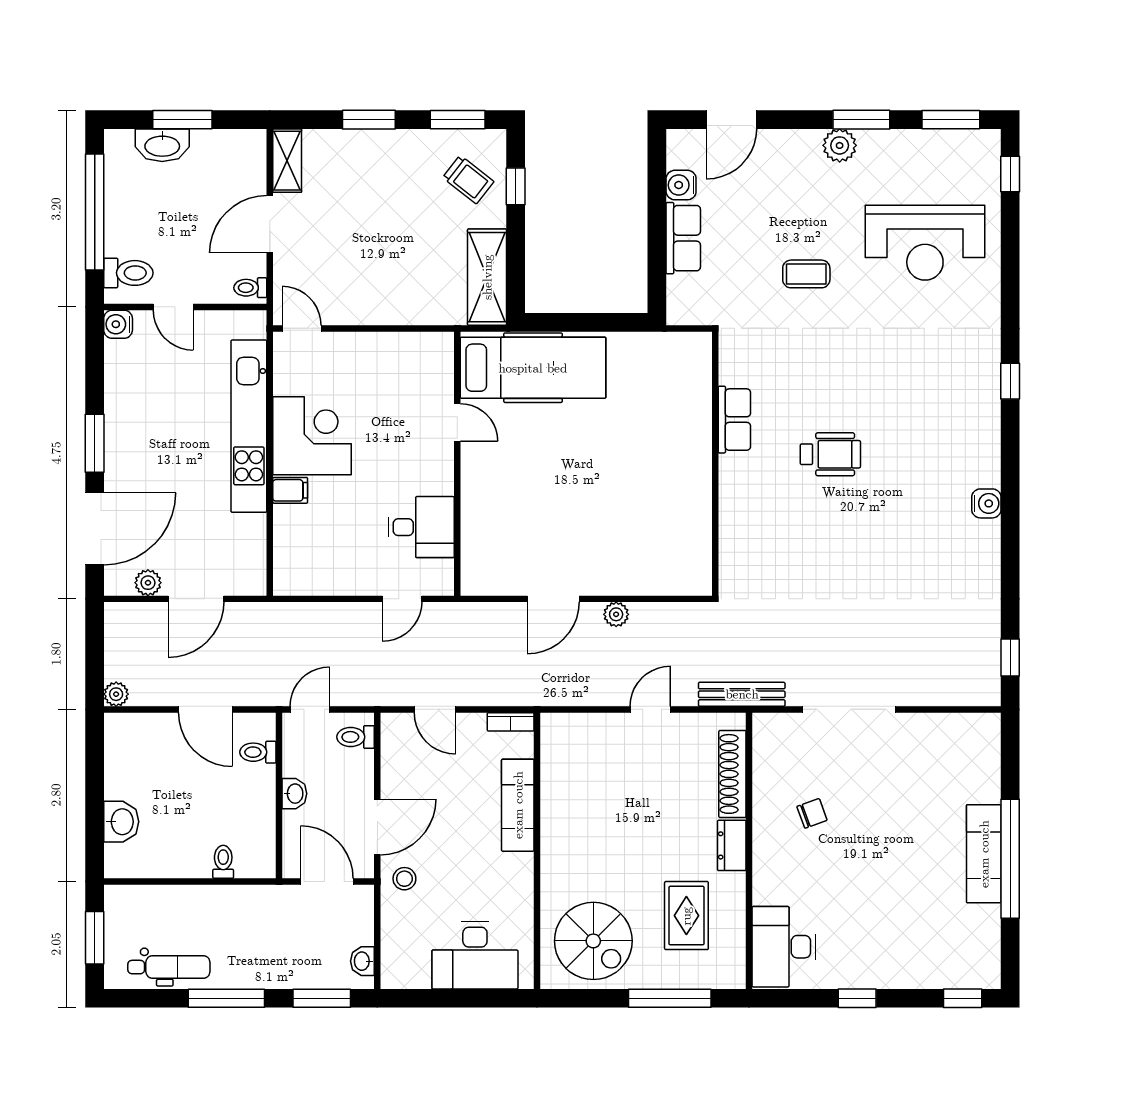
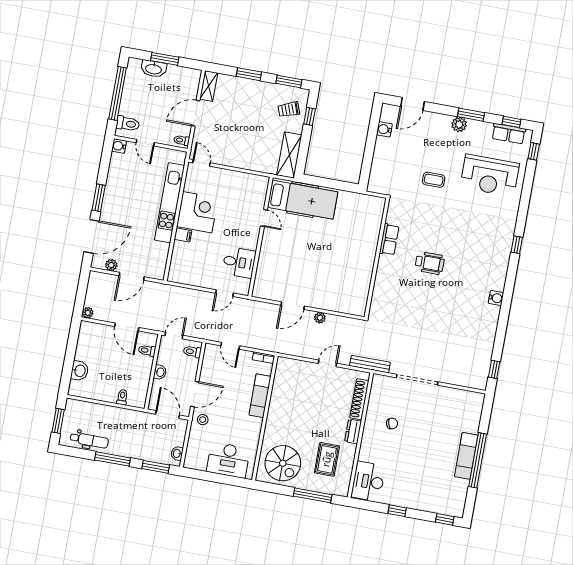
window: (951, 120) -> (511, 122), width x0.67
trolley: (468, 180) -> (289, 109), turned 122
row of seats: (683, 238) -> (509, 134), moved, turned 90

